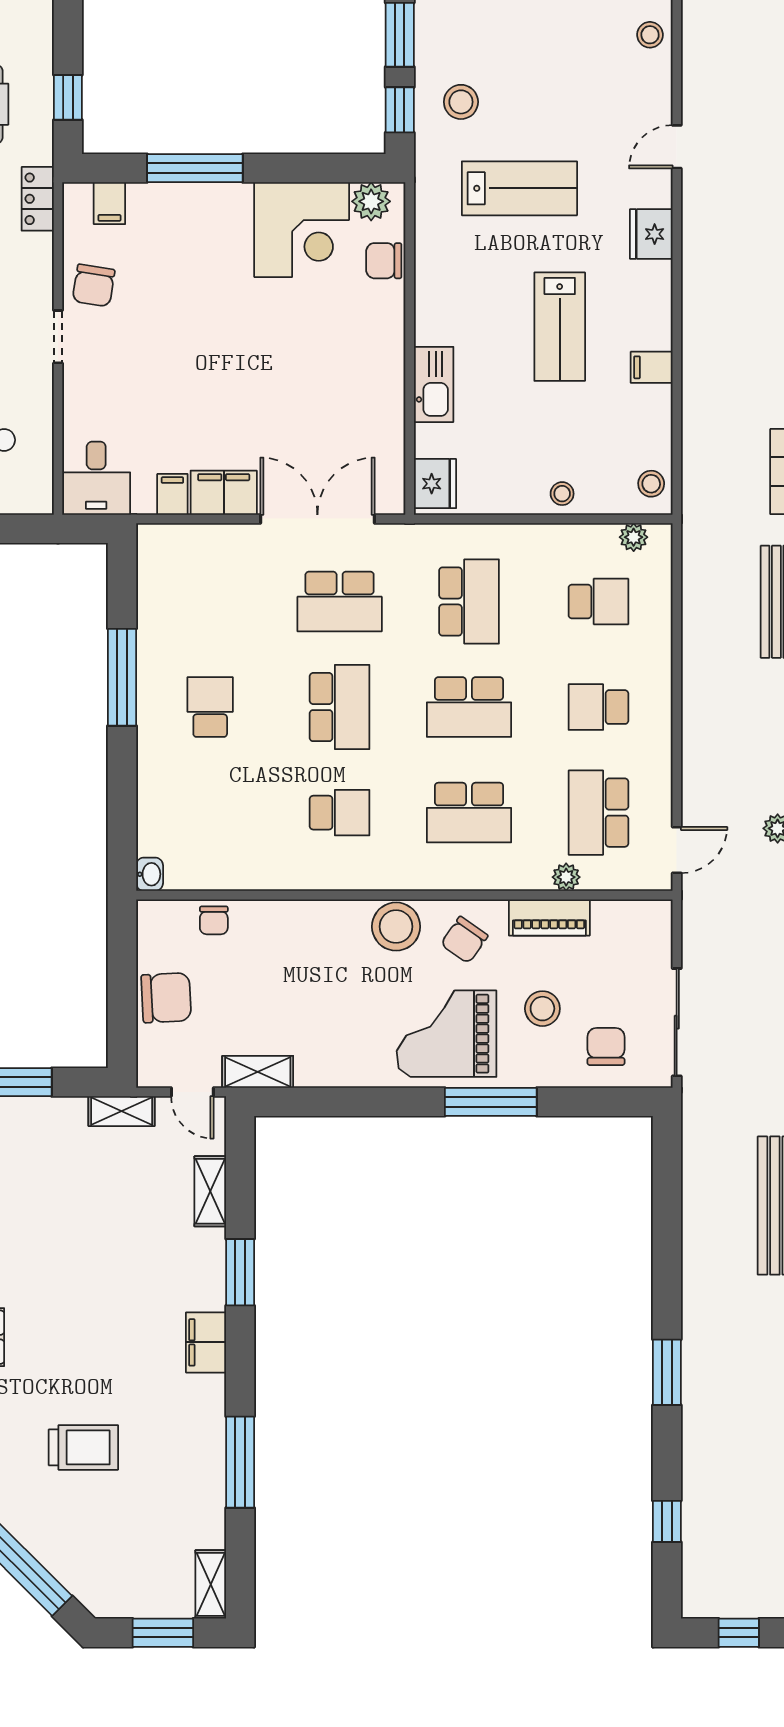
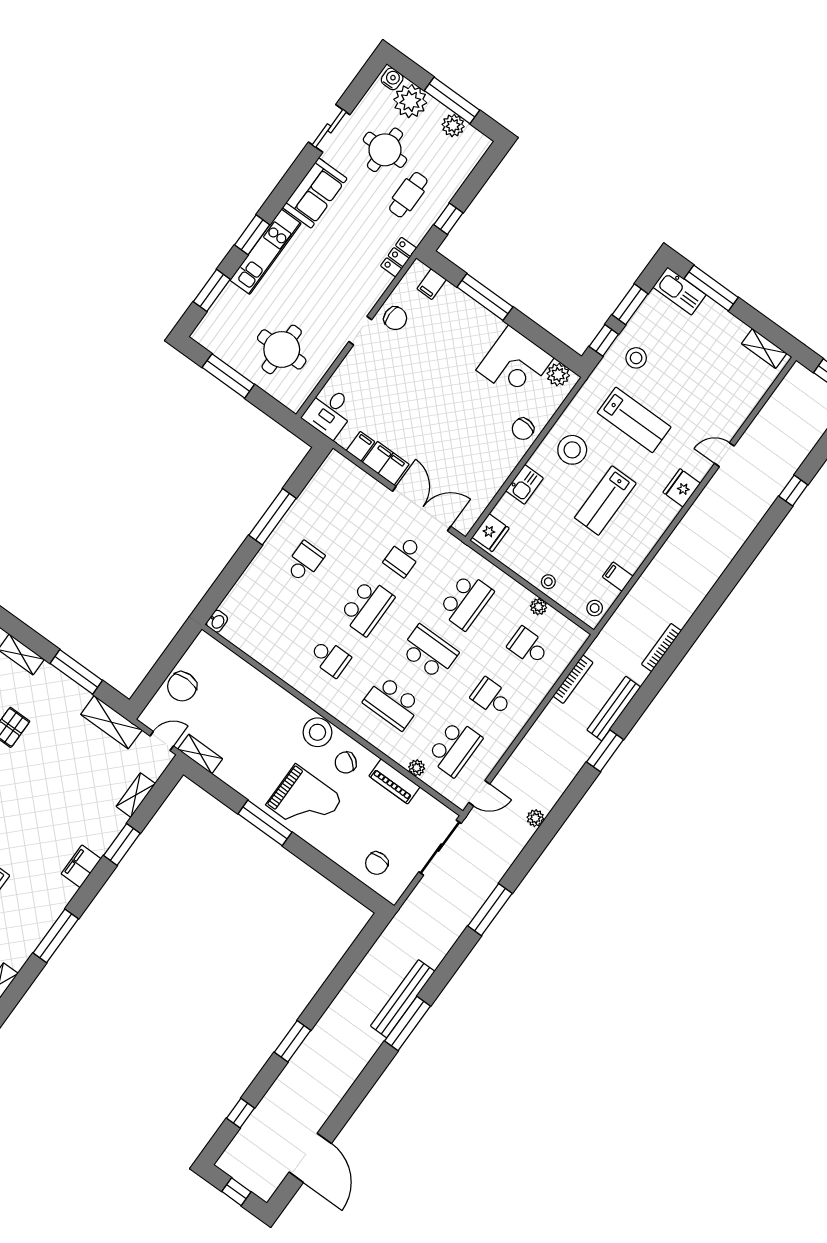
stool: (650, 35) -> (572, 450), moved, width x1.89, depth x1.89
chair: (384, 261) -> (523, 429), moved, turned -82
chair: (94, 285) -> (395, 318), turned -99
filing cabinet: (652, 367) -> (618, 577), moved
kitchen sink: (434, 384) -> (524, 484), width x0.73
plant: (634, 537) -> (539, 607), moved
school desk: (340, 601) -> (404, 556), width x0.54
school desk: (598, 601) -> (528, 646), turned 180
bookcase: (692, 602) -> (573, 679), added
school desk: (469, 707) -> (429, 652), turned 180
school desk: (598, 813) -> (455, 748), turned 180
chair: (214, 920) -> (232, 666), removed
chair: (166, 998) -> (182, 686), turned 93
stool: (542, 1009) -> (359, 823), removed
sliding door: (677, 1022) -> (440, 848), moved
grand piano: (446, 1034) -> (304, 801), turned 180
chair: (606, 1047) -> (377, 863), turned 180
door: (192, 1092) -> (162, 741), swing flipped
window: (491, 1102) -> (265, 823), moved
shelving: (122, 1111) -> (111, 722), width x1.50, depth x1.33

